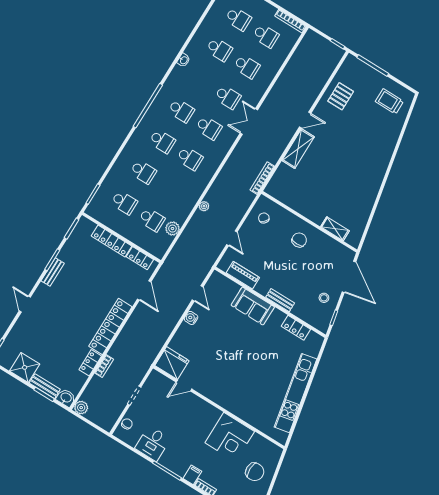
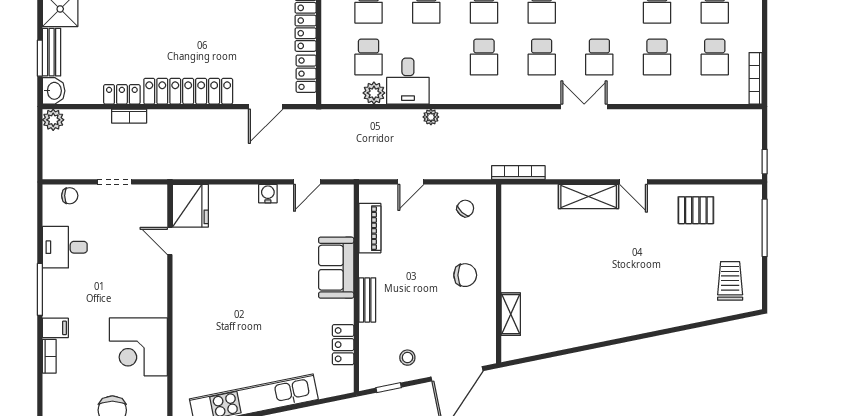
desk: (177, 207) -> (408, 81), added

